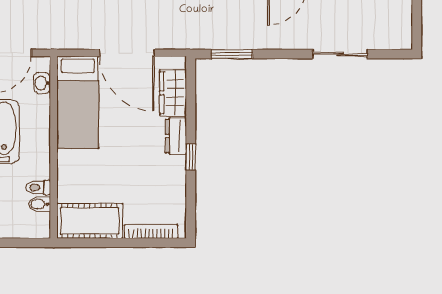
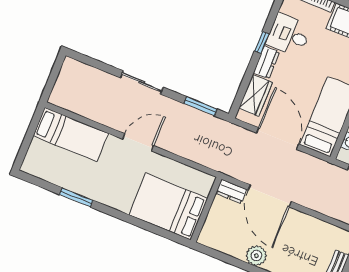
sliding door: (340, 54) -> (142, 82), moved
desk: (163, 178) -> (289, 35), added

